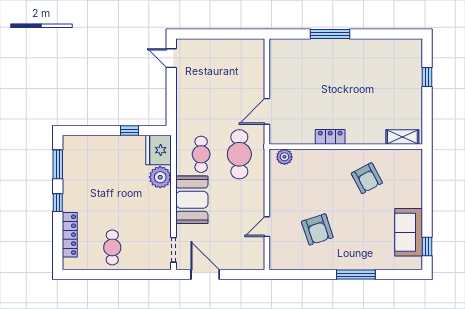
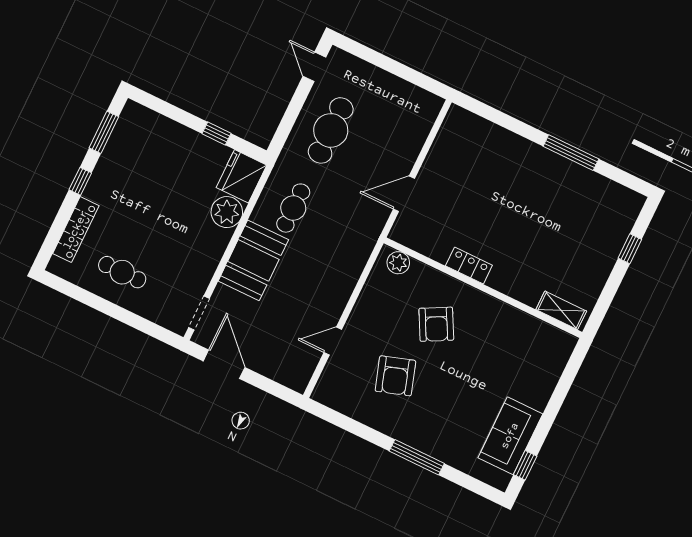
window: (330, 34) -> (571, 153), moved
cafe table: (239, 154) -> (331, 130), moved
armchair: (367, 178) -> (436, 324), moved
cafe table: (112, 247) -> (122, 272), turned 90

